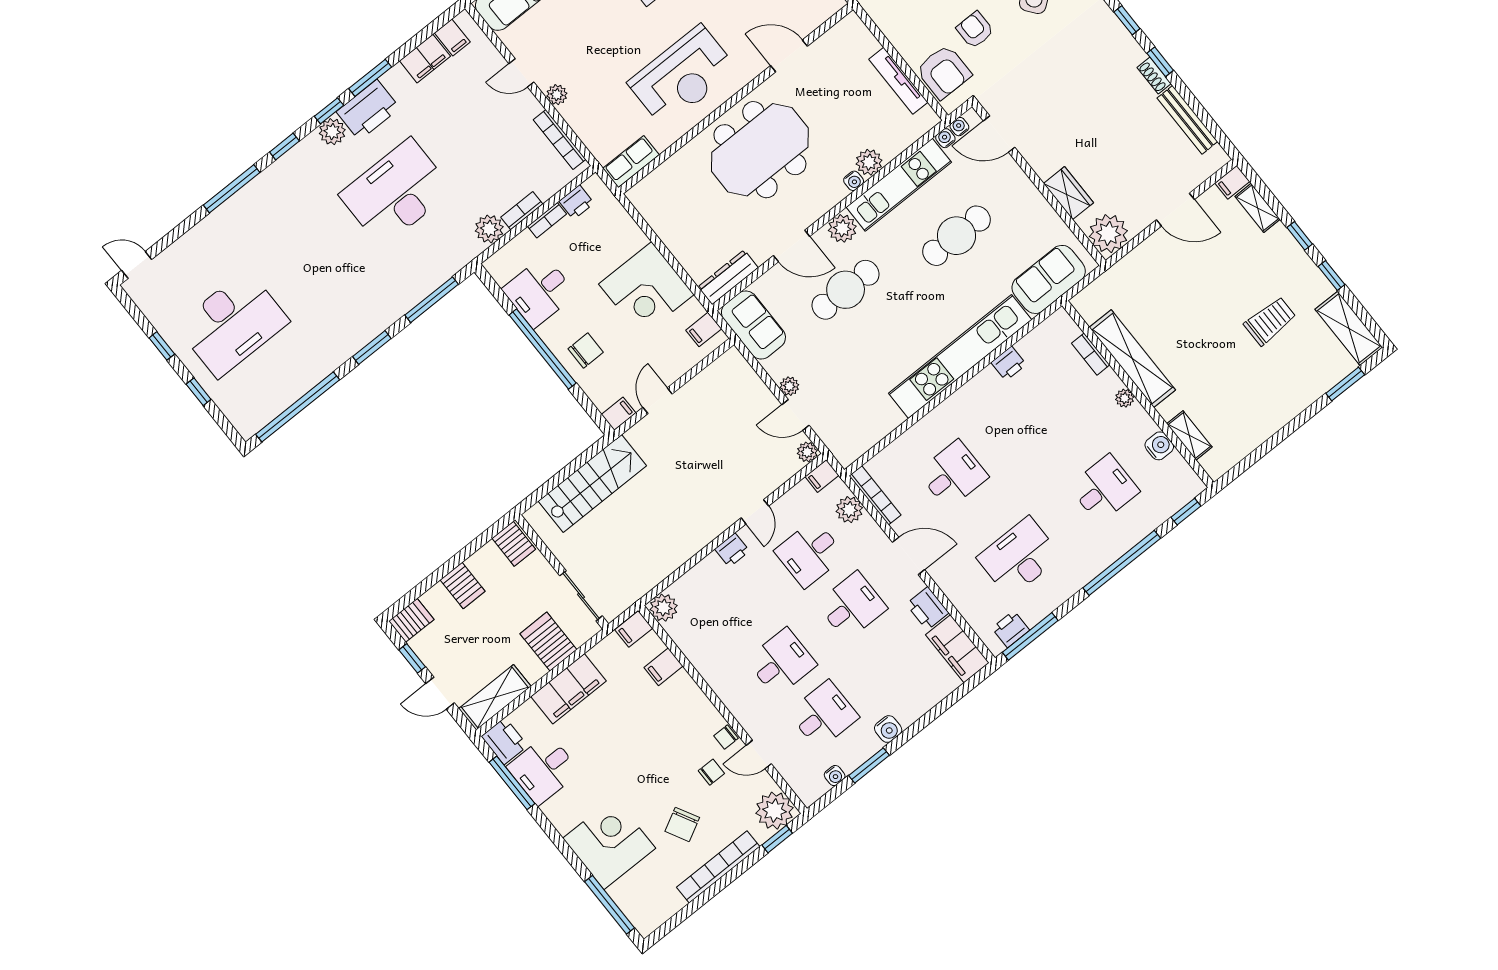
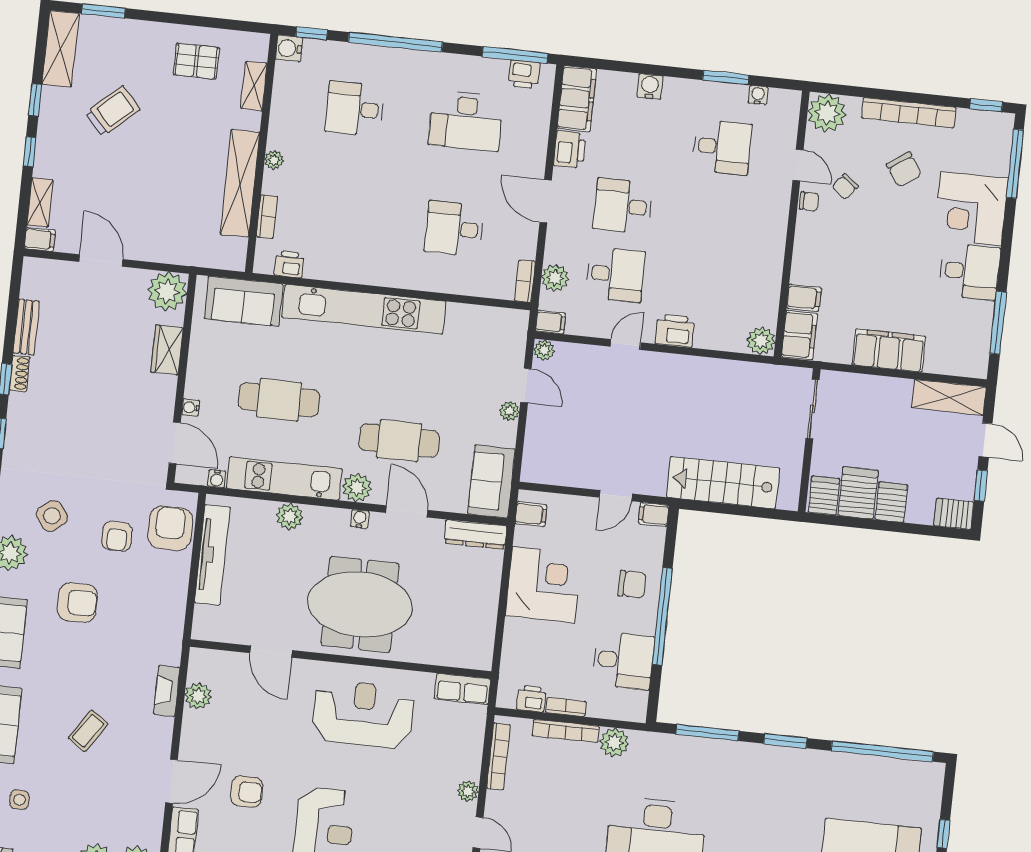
tv unit: (898, 81) -> (212, 555), width x1.36, depth x1.29
bench: (1187, 120) -> (26, 327), width x0.73
water cooler: (959, 127) -> (191, 407), moved, turned 90
water cooler: (854, 181) -> (360, 519), moved
bookcase: (522, 211) -> (566, 731), width x1.56
trolley: (1270, 321) -> (113, 111), turned 138
chair: (586, 351) -> (632, 584), turned 180
printer: (1009, 363) -> (289, 264), moved
pallet: (1246, 413) -> (196, 61), added
water cooler: (1159, 446) -> (289, 48), moved
bookcase: (875, 495) -> (525, 281), width x0.64
printer: (732, 550) -> (675, 331), width x1.36, depth x1.24
filing cabinet: (634, 629) -> (799, 335), width x2.00
server rack: (548, 642) -> (858, 493), moved, turned 180
desk: (781, 662) -> (715, 216), removed
desk: (823, 715) -> (722, 147), turned 180
water cooler: (888, 729) -> (650, 86), moved
printer: (504, 741) -> (973, 359), removed
desk: (543, 769) -> (970, 272), moved
chair: (711, 772) -> (845, 187), turned -52
chair: (682, 824) -> (904, 170), turned 84
window: (777, 839) -> (986, 105), moved

